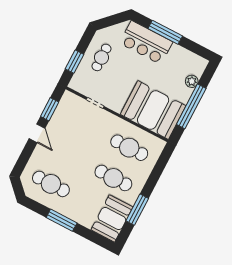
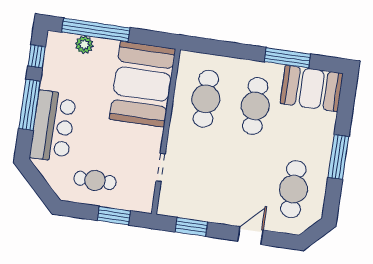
window: (195, 48) -> (37, 56), added
window: (191, 106) -> (96, 30), moved
door: (37, 133) -> (250, 236), moved

